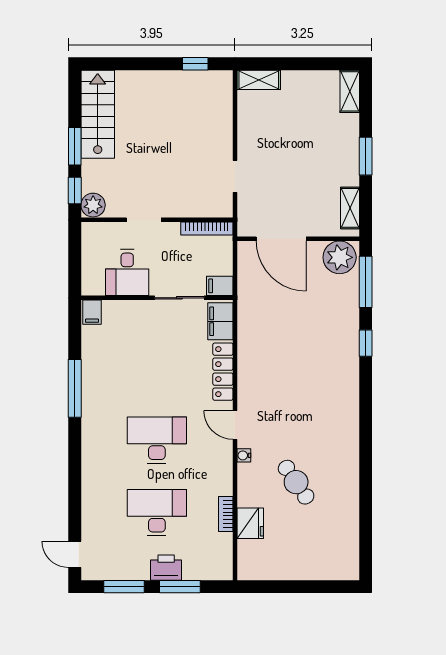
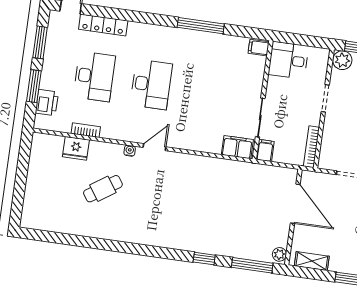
door: (281, 239) -> (295, 204), swing flipped
plant: (340, 257) -> (279, 254), width x0.53, depth x0.53
desk: (127, 272) -> (288, 60), moved
locker: (223, 372) -> (103, 25), moved, turned 180
printer: (166, 568) -> (47, 102), moved

